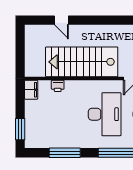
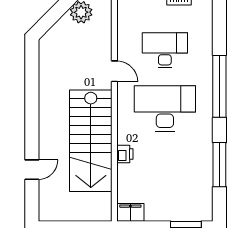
printer: (58, 86) -> (125, 154), moved

